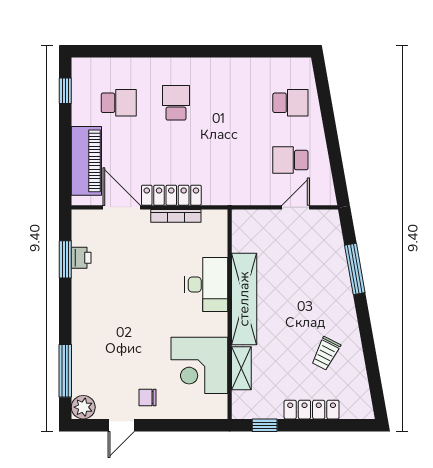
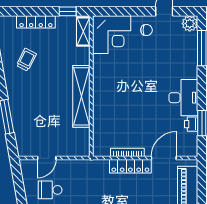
school desk: (290, 160) -> (50, 190), turned 180
door: (122, 207) -> (164, 158), swing flipped
desk: (206, 285) -> (183, 98), moved, turned 180
corner desk: (199, 365) -> (112, 35), moved, turned 90
shelving: (241, 368) -> (83, 31), moved

